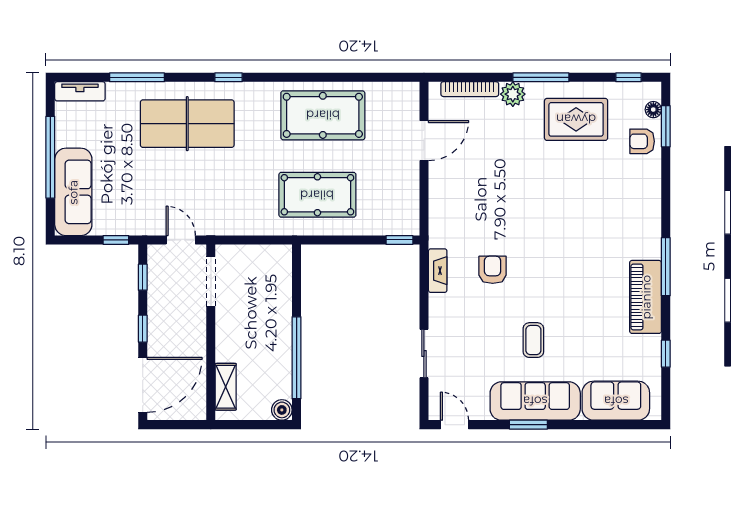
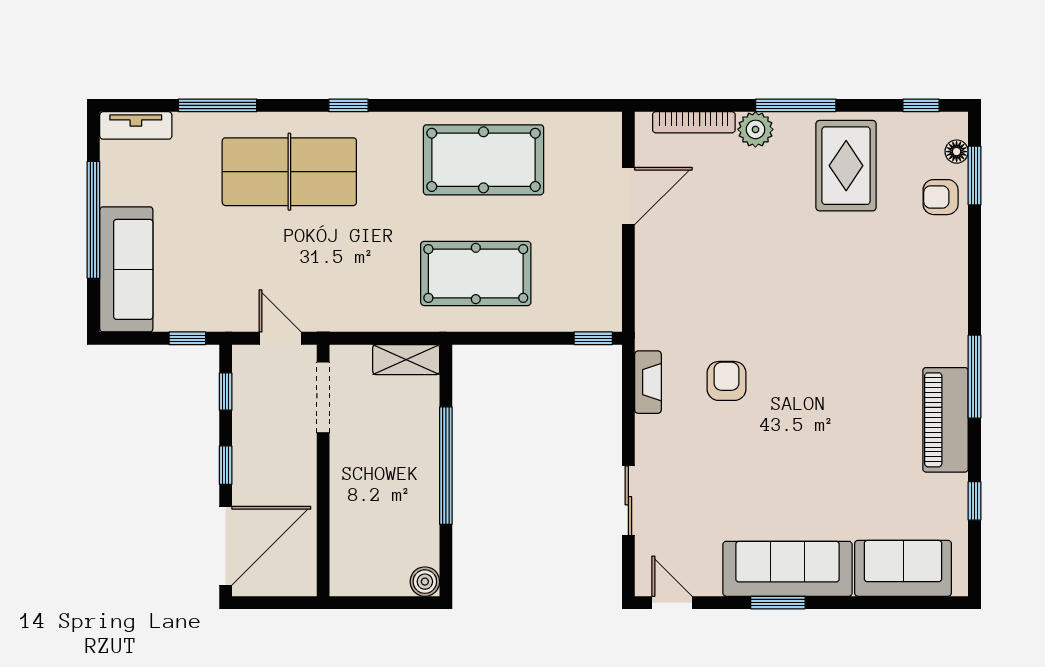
rug: (576, 119) -> (846, 166), turned 90
coffee table: (533, 340) -> (785, 482), removed
window: (297, 358) -> (446, 466), moved
shelving: (226, 387) -> (406, 360), moved, turned 90

